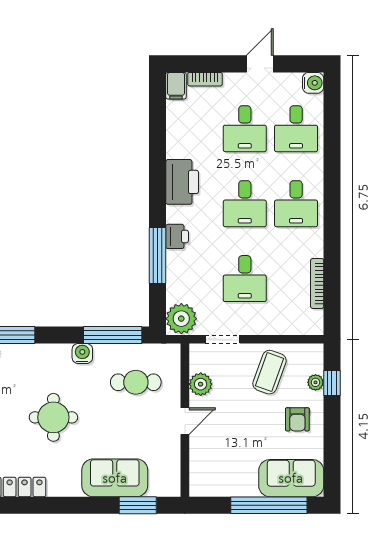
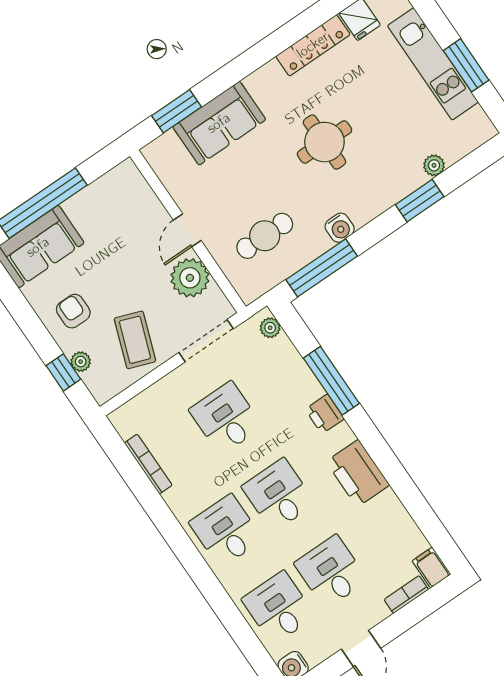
plant: (181, 319) -> (270, 328), width x0.53, depth x0.53
doorway: (223, 339) -> (206, 341), width x1.38
plant: (201, 384) -> (190, 278), width x1.36, depth x1.36

